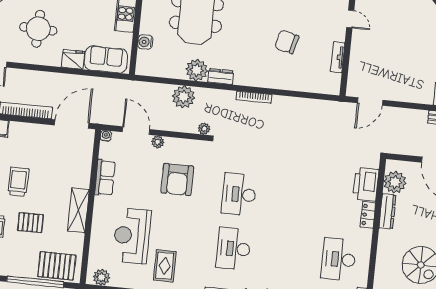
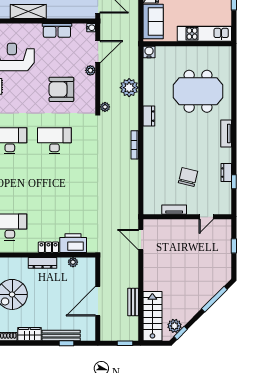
water cooler: (145, 42) -> (149, 52), moved
chair: (287, 42) -> (188, 177), moved
plant: (197, 70) -> (152, 96), removed
plant: (395, 182) -> (73, 262), width x0.53, depth x0.53
dresser: (387, 211) -> (43, 263), moved

